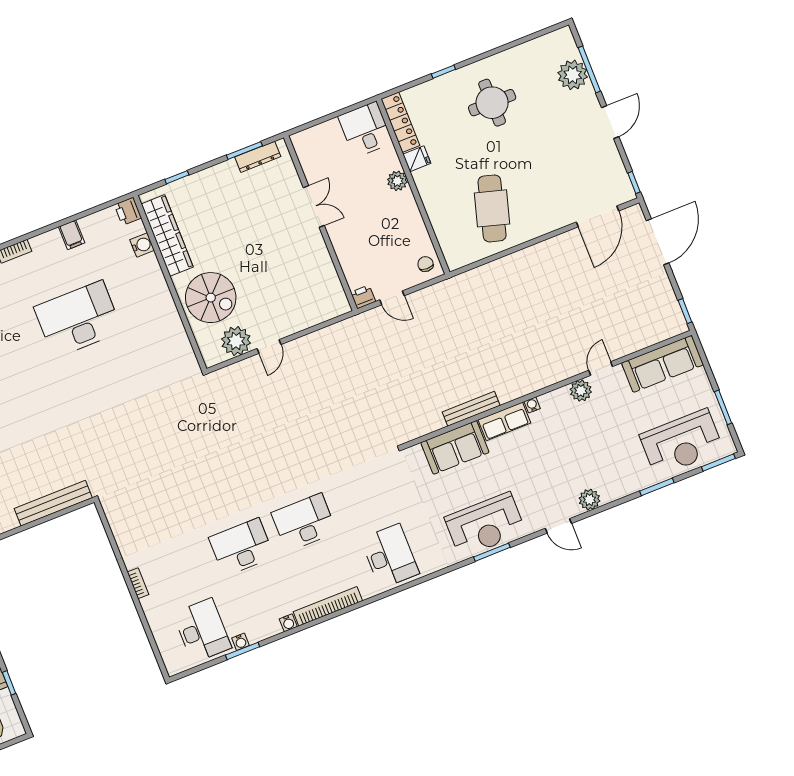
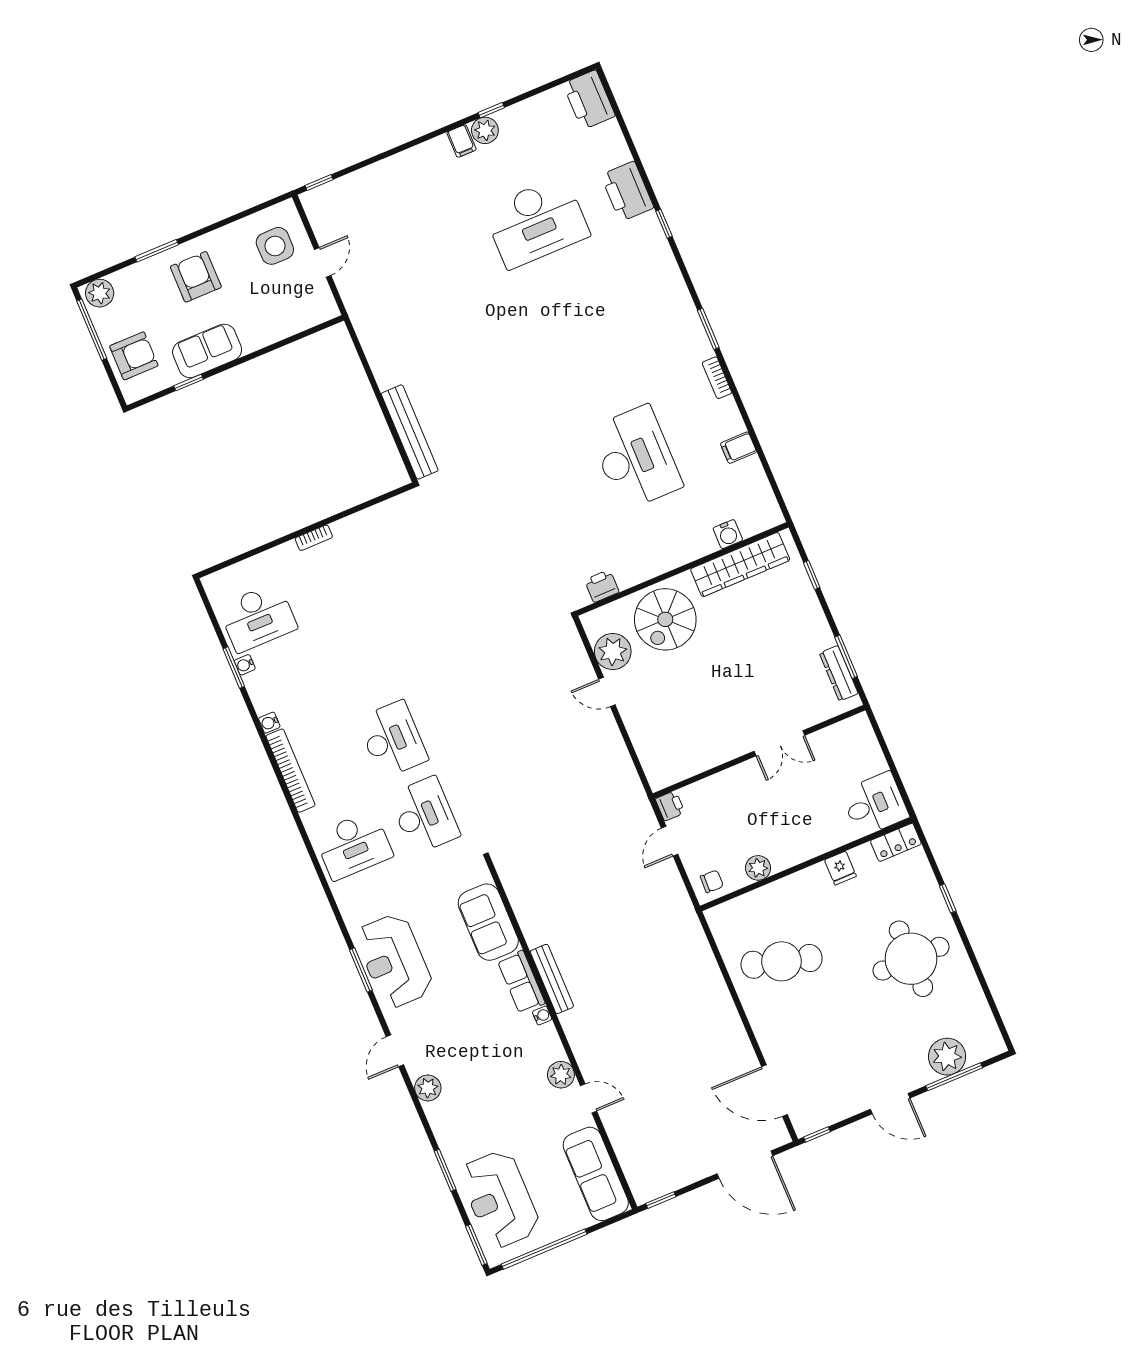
round table: (492, 103) -> (911, 959), width x1.36, depth x1.36
locker: (400, 122) -> (896, 842), width x0.66
plant: (397, 181) -> (758, 868), moved
printer: (128, 211) -> (602, 586), moved
window: (723, 407) -> (544, 1249), width x2.11
bench: (471, 409) -> (552, 979), moved
desk: (241, 547) -> (424, 815), moved

